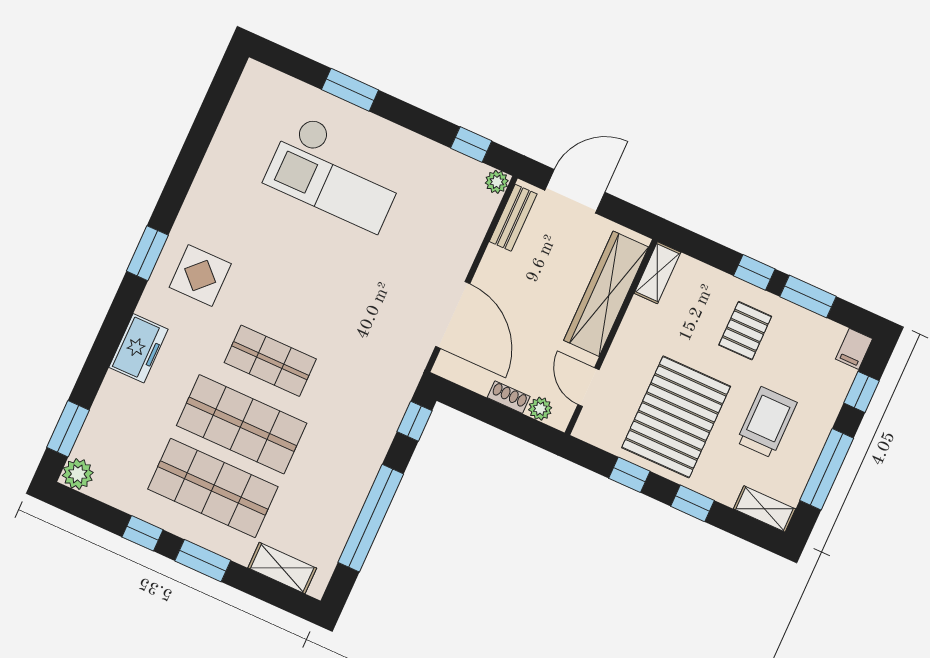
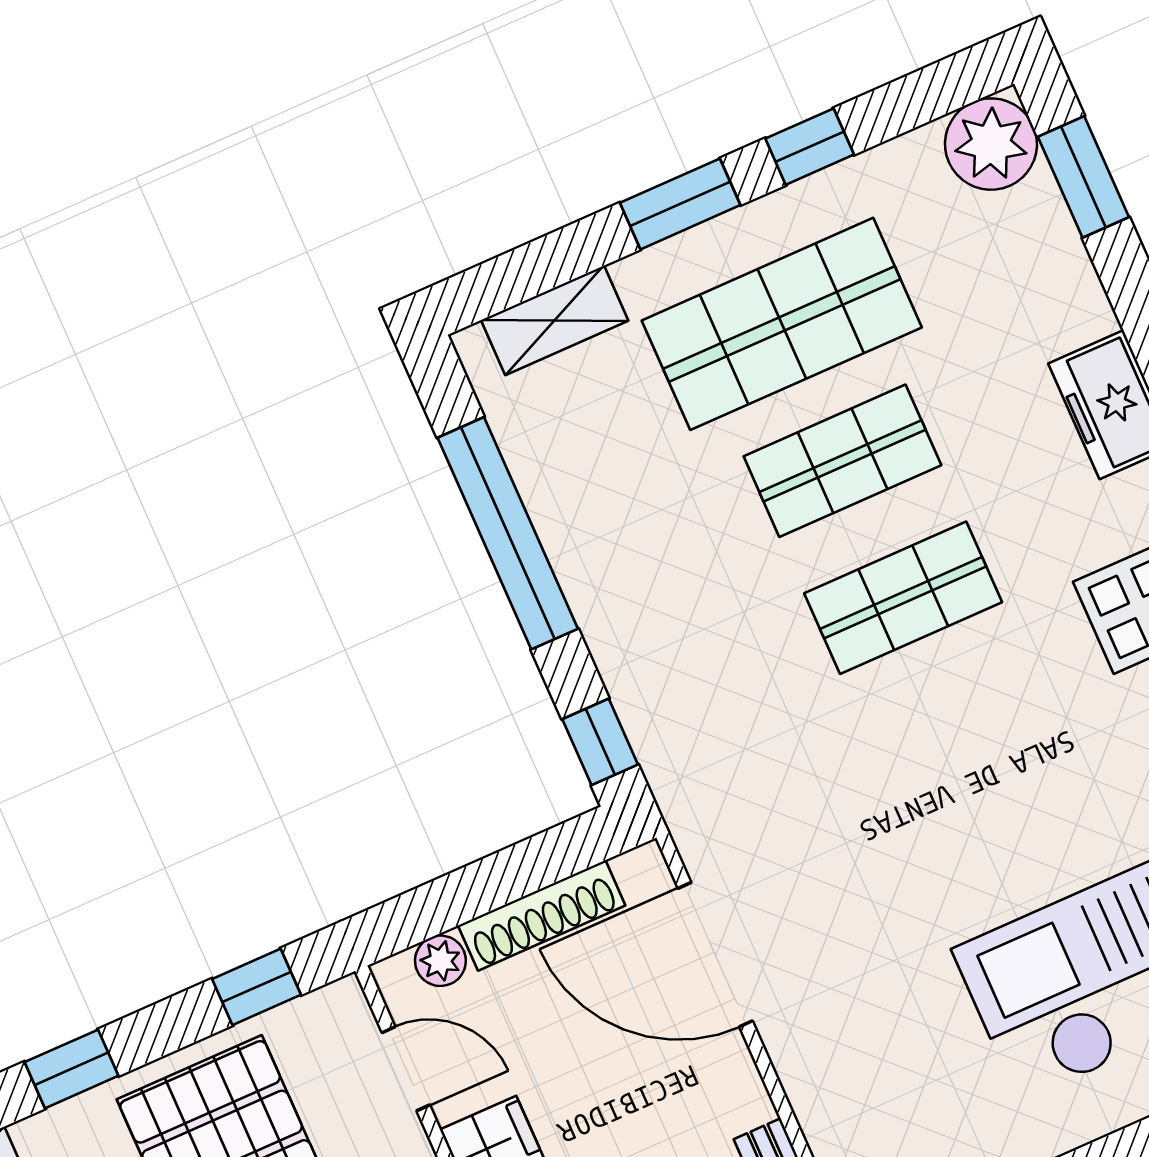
shoe rack: (509, 397) -> (542, 915), width x1.94, depth x1.24
shop shelf: (242, 424) -> (842, 461), width x0.70, depth x0.74
plant: (78, 474) -> (991, 144), width x1.36, depth x1.36
window: (629, 475) -> (256, 987), moved

